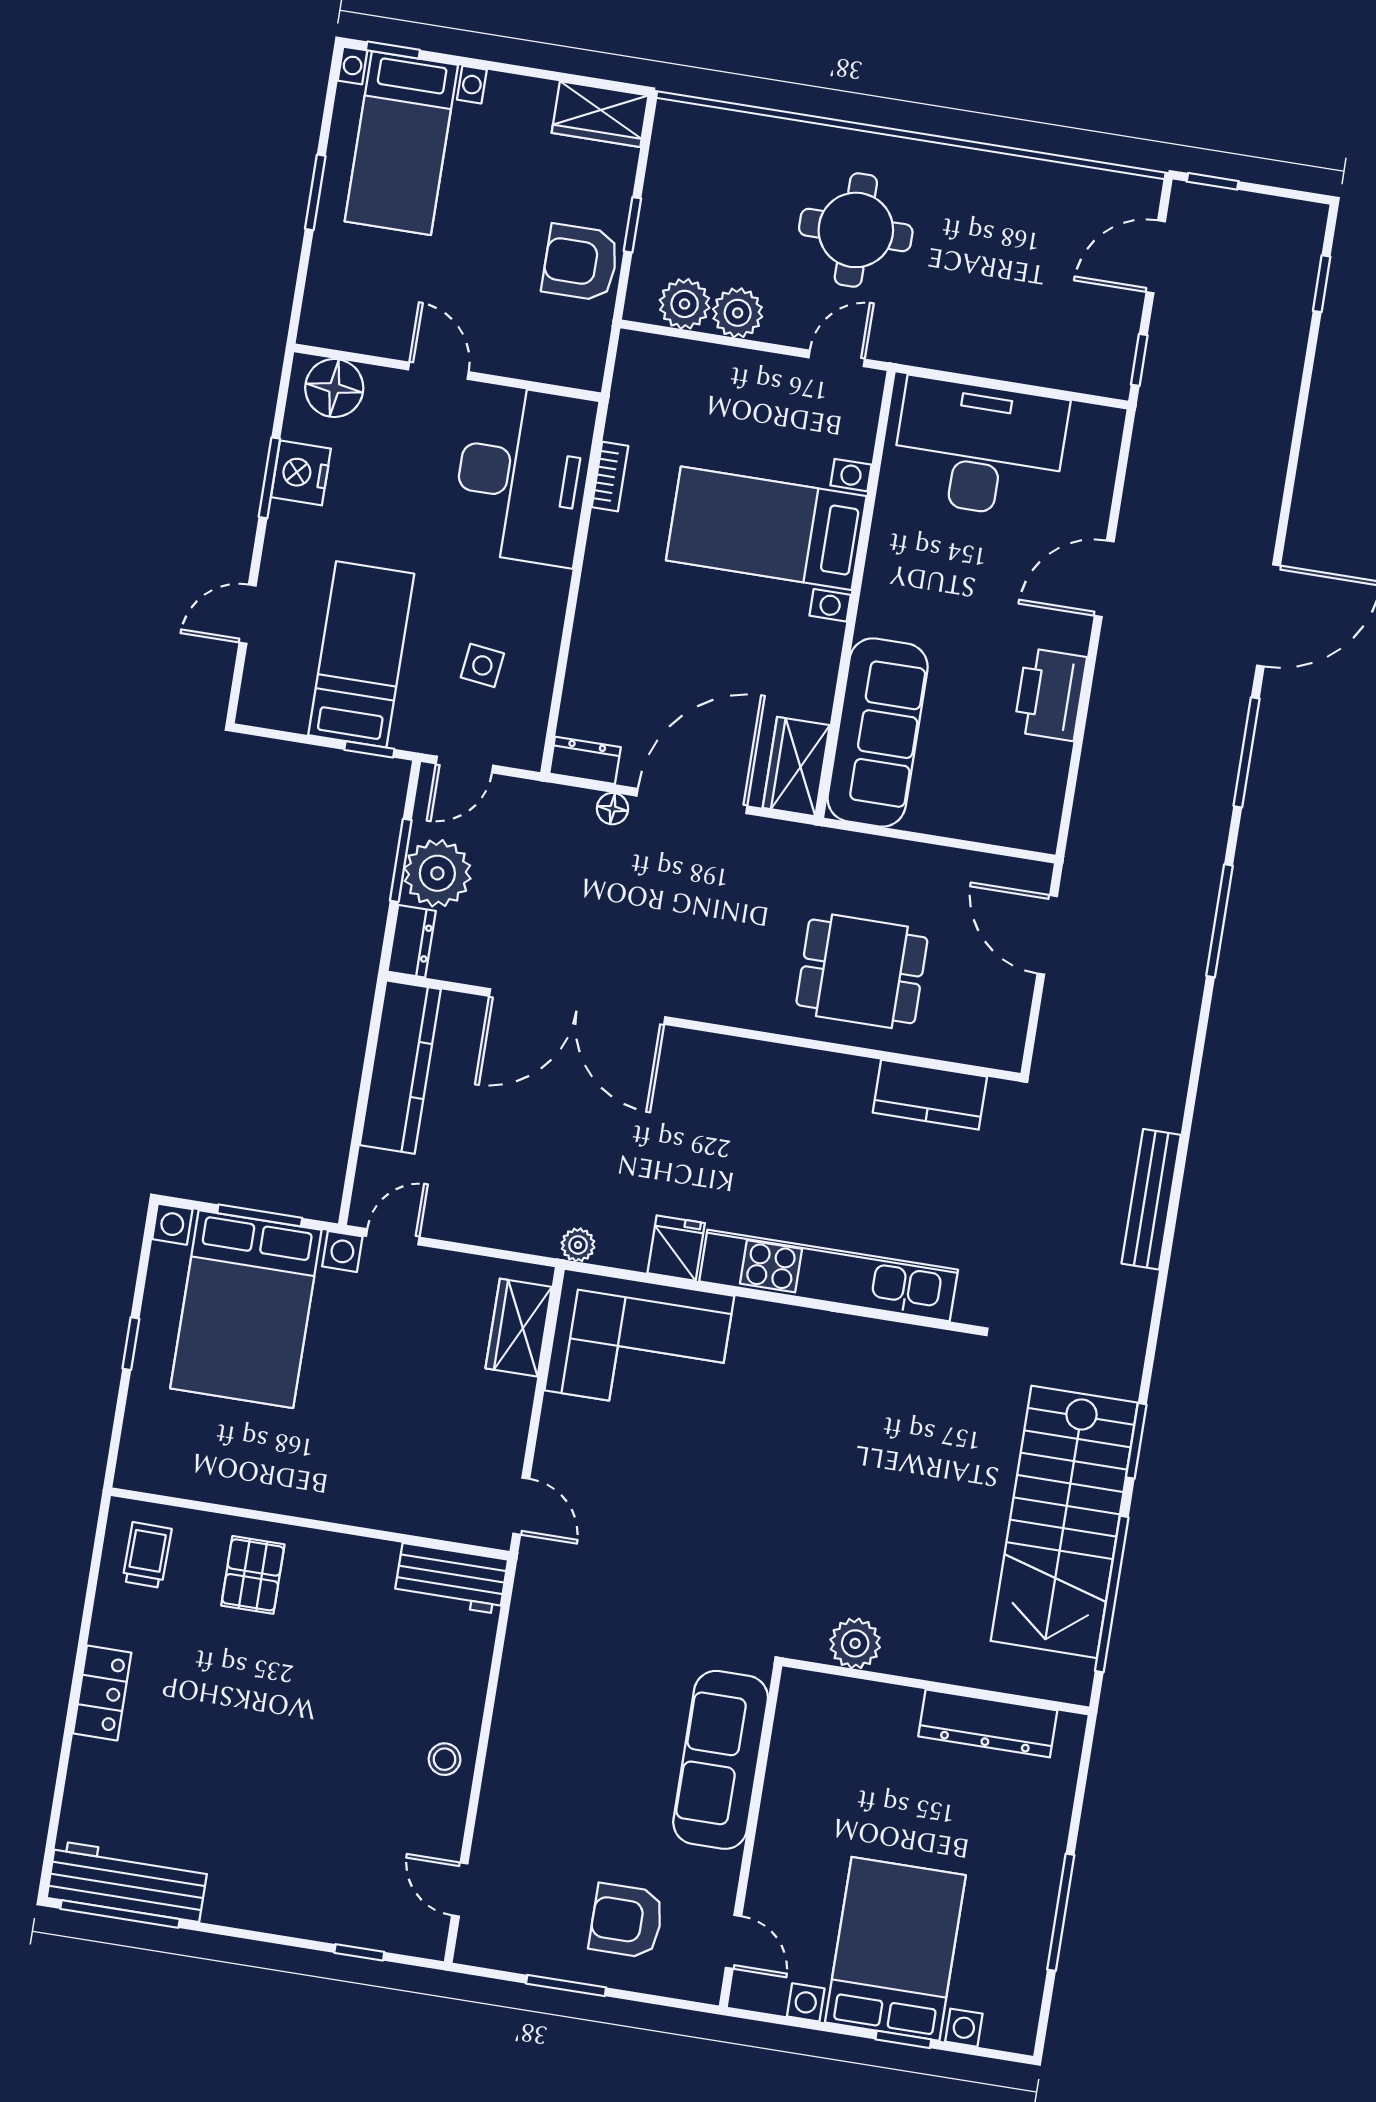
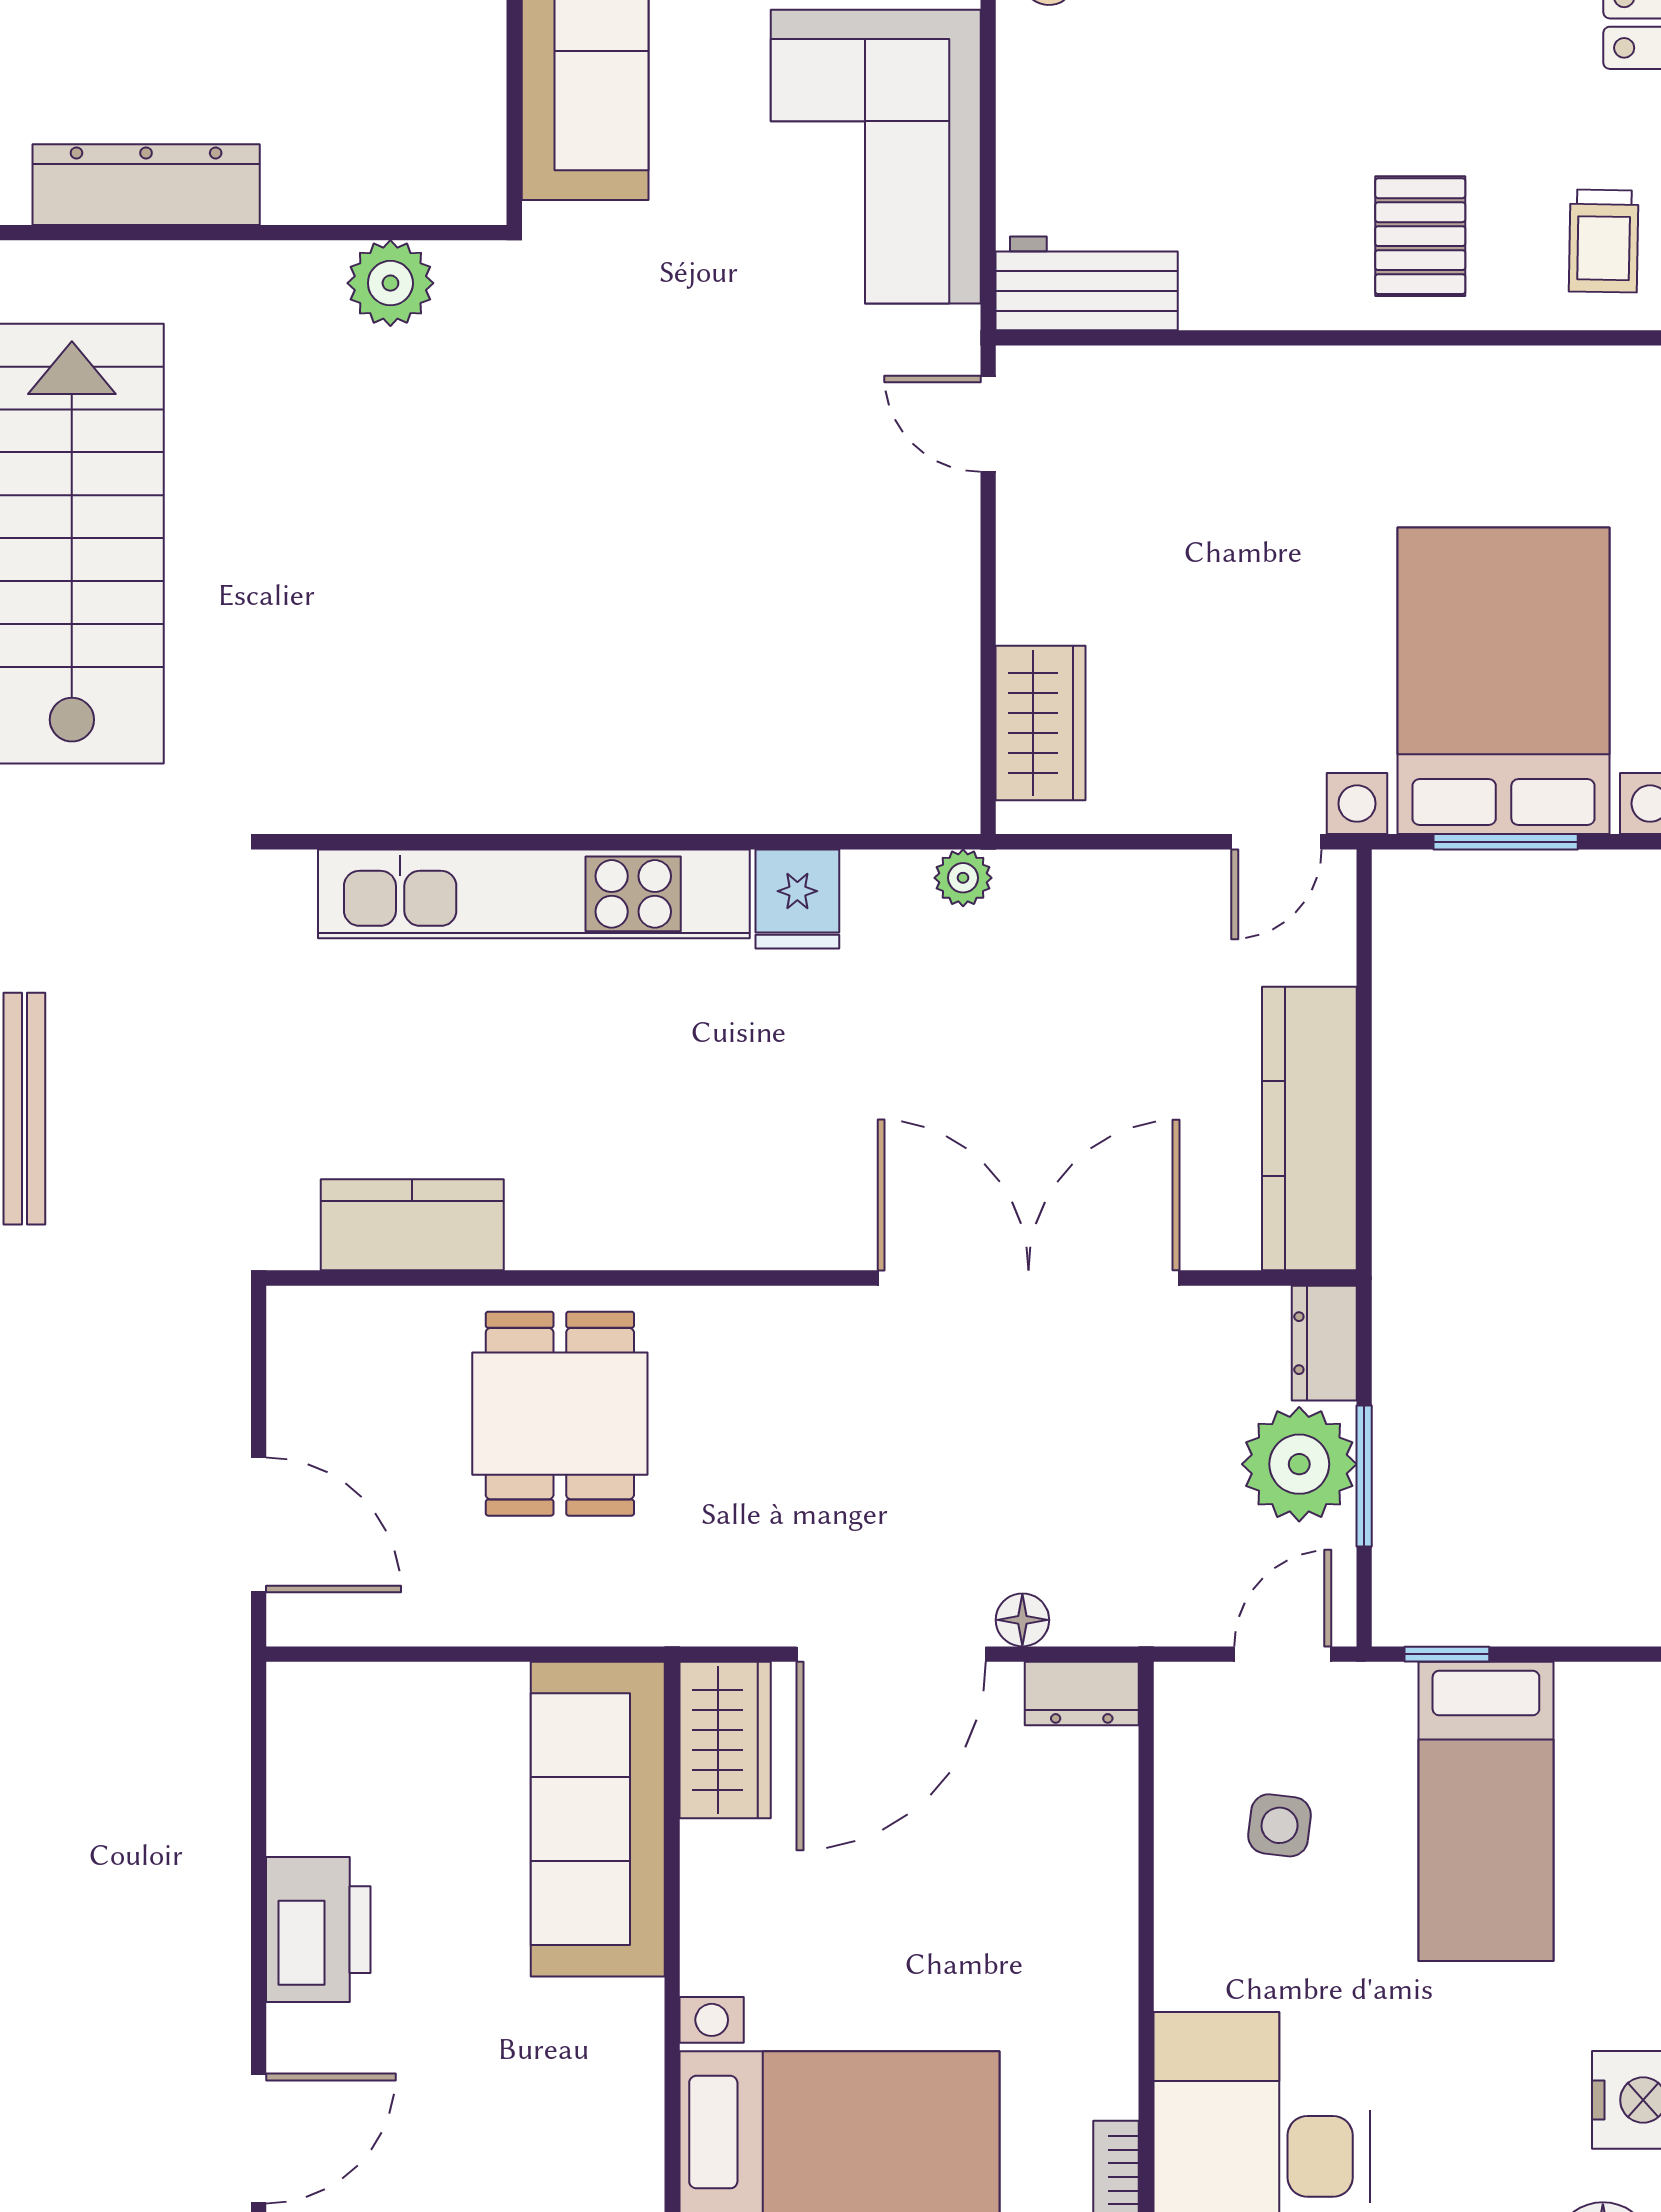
dining table: (862, 971) -> (560, 1414), turned 90
corner sofa: (639, 1343) -> (876, 157), moved, turned -90

